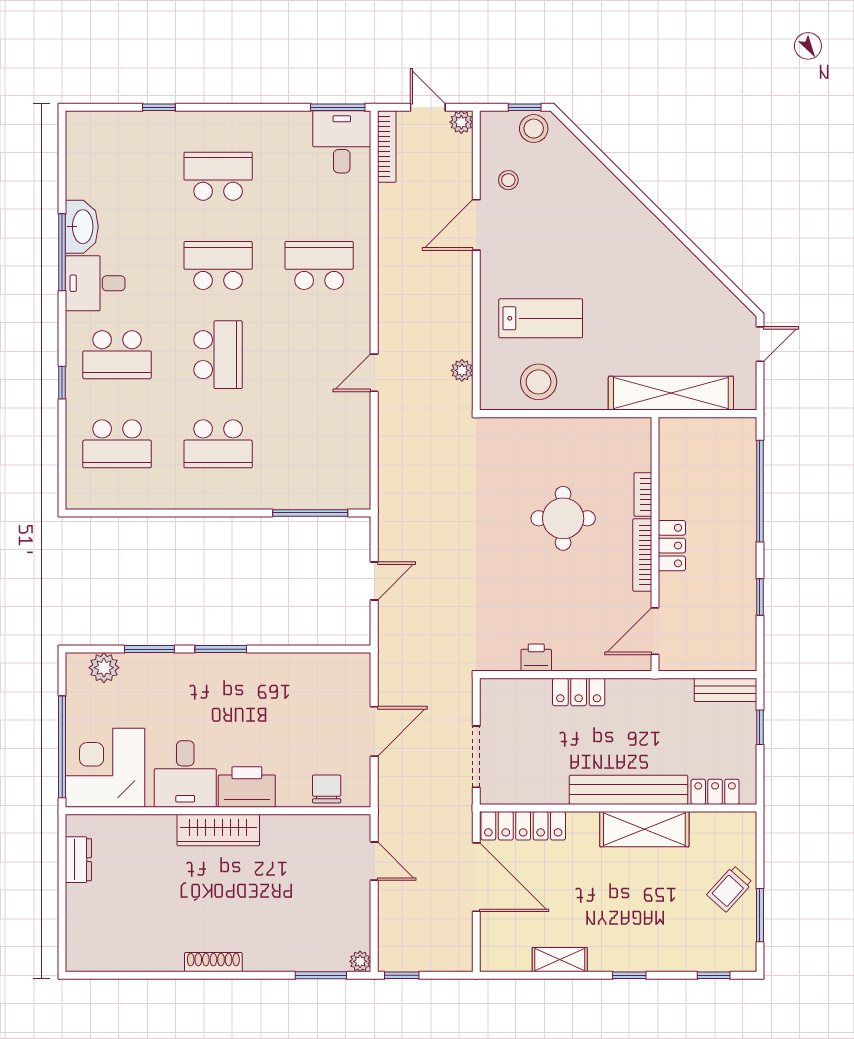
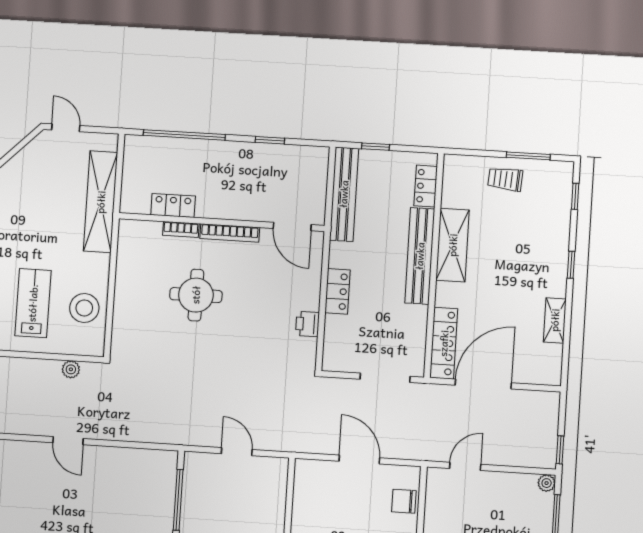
locker: (672, 546) -> (173, 206), moved
bench: (725, 690) -> (344, 194), width x1.86, depth x1.21
trolley: (730, 889) -> (505, 179), turned 142

